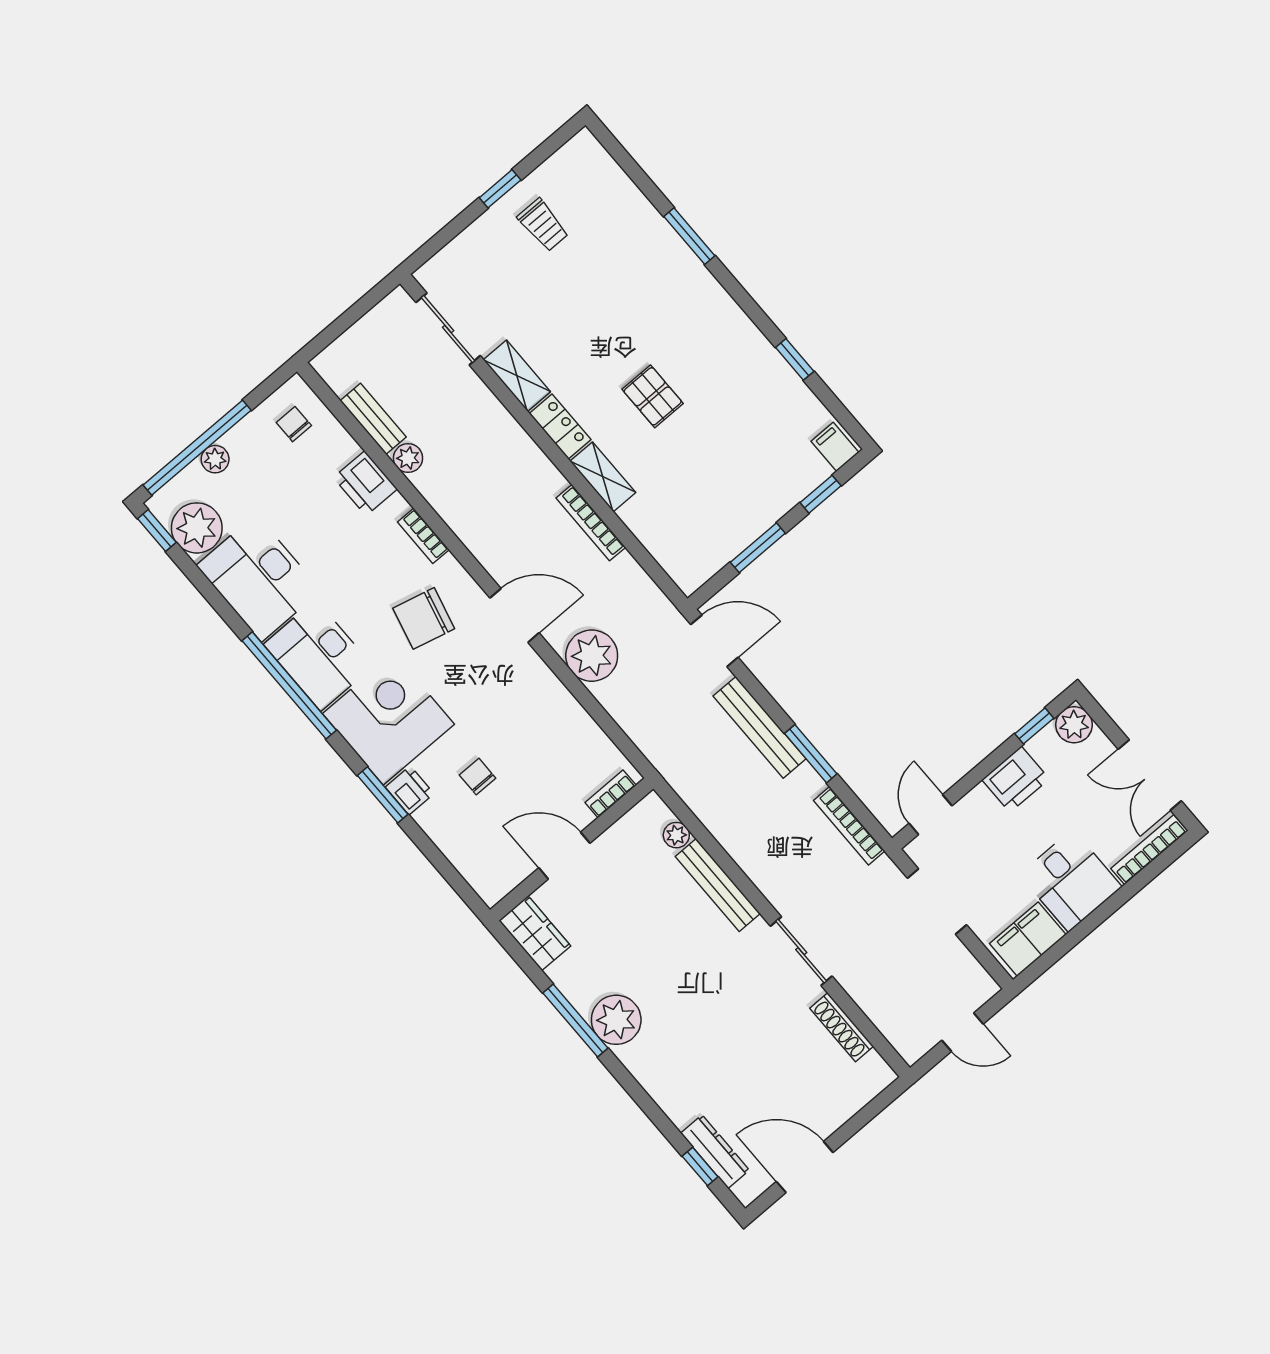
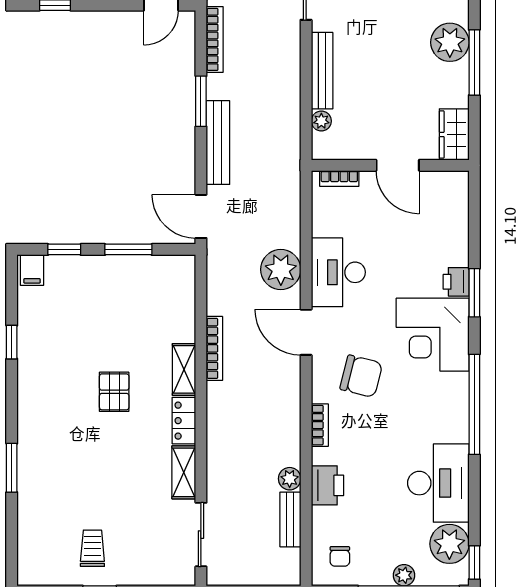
desk: (318, 655) -> (338, 272), moved, turned 180
chair: (478, 777) -> (409, 256), removed

